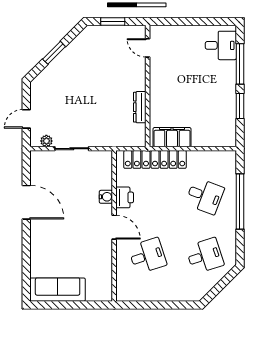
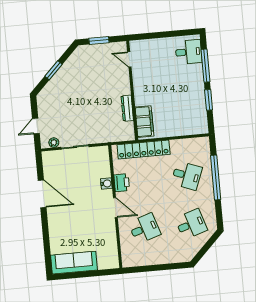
filing cabinet: (172, 137) -> (144, 122), moved, turned 90

